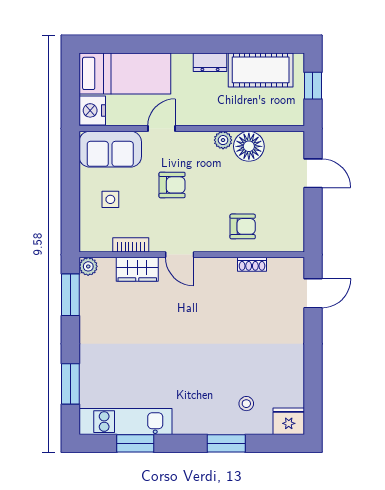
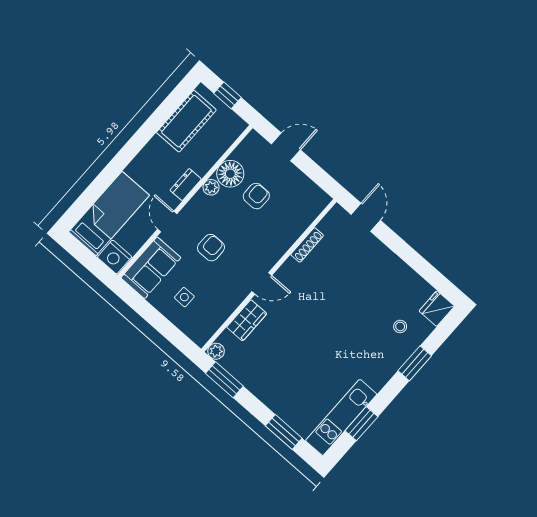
dresser: (210, 62) -> (186, 185), moved, turned 180
armchair: (243, 226) -> (256, 196), moved
bookcase: (131, 245) -> (227, 310), removed
shoe rack: (252, 264) -> (307, 245), width x1.43

